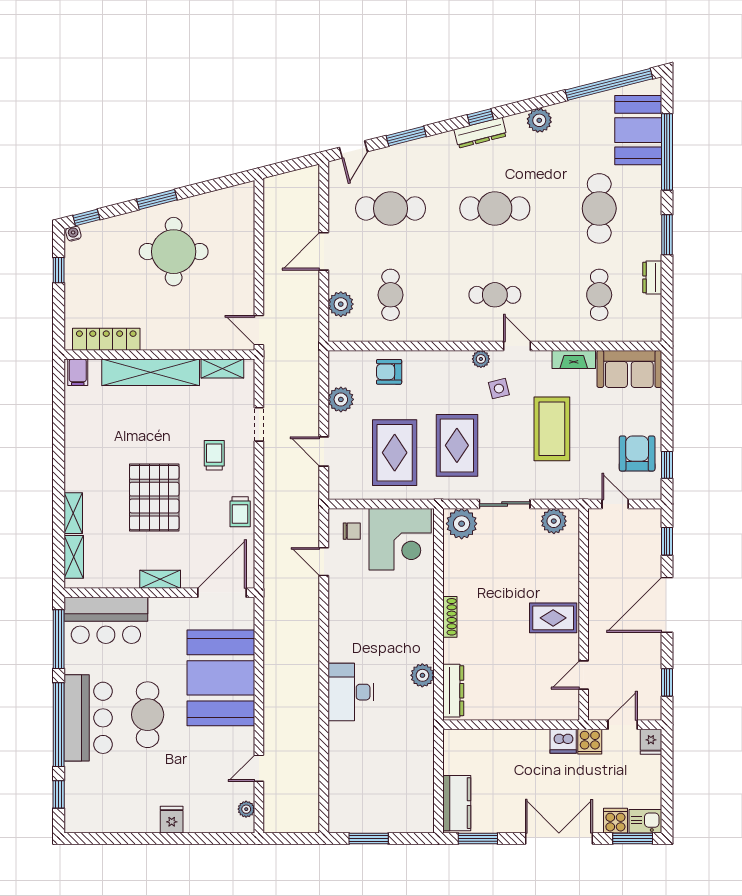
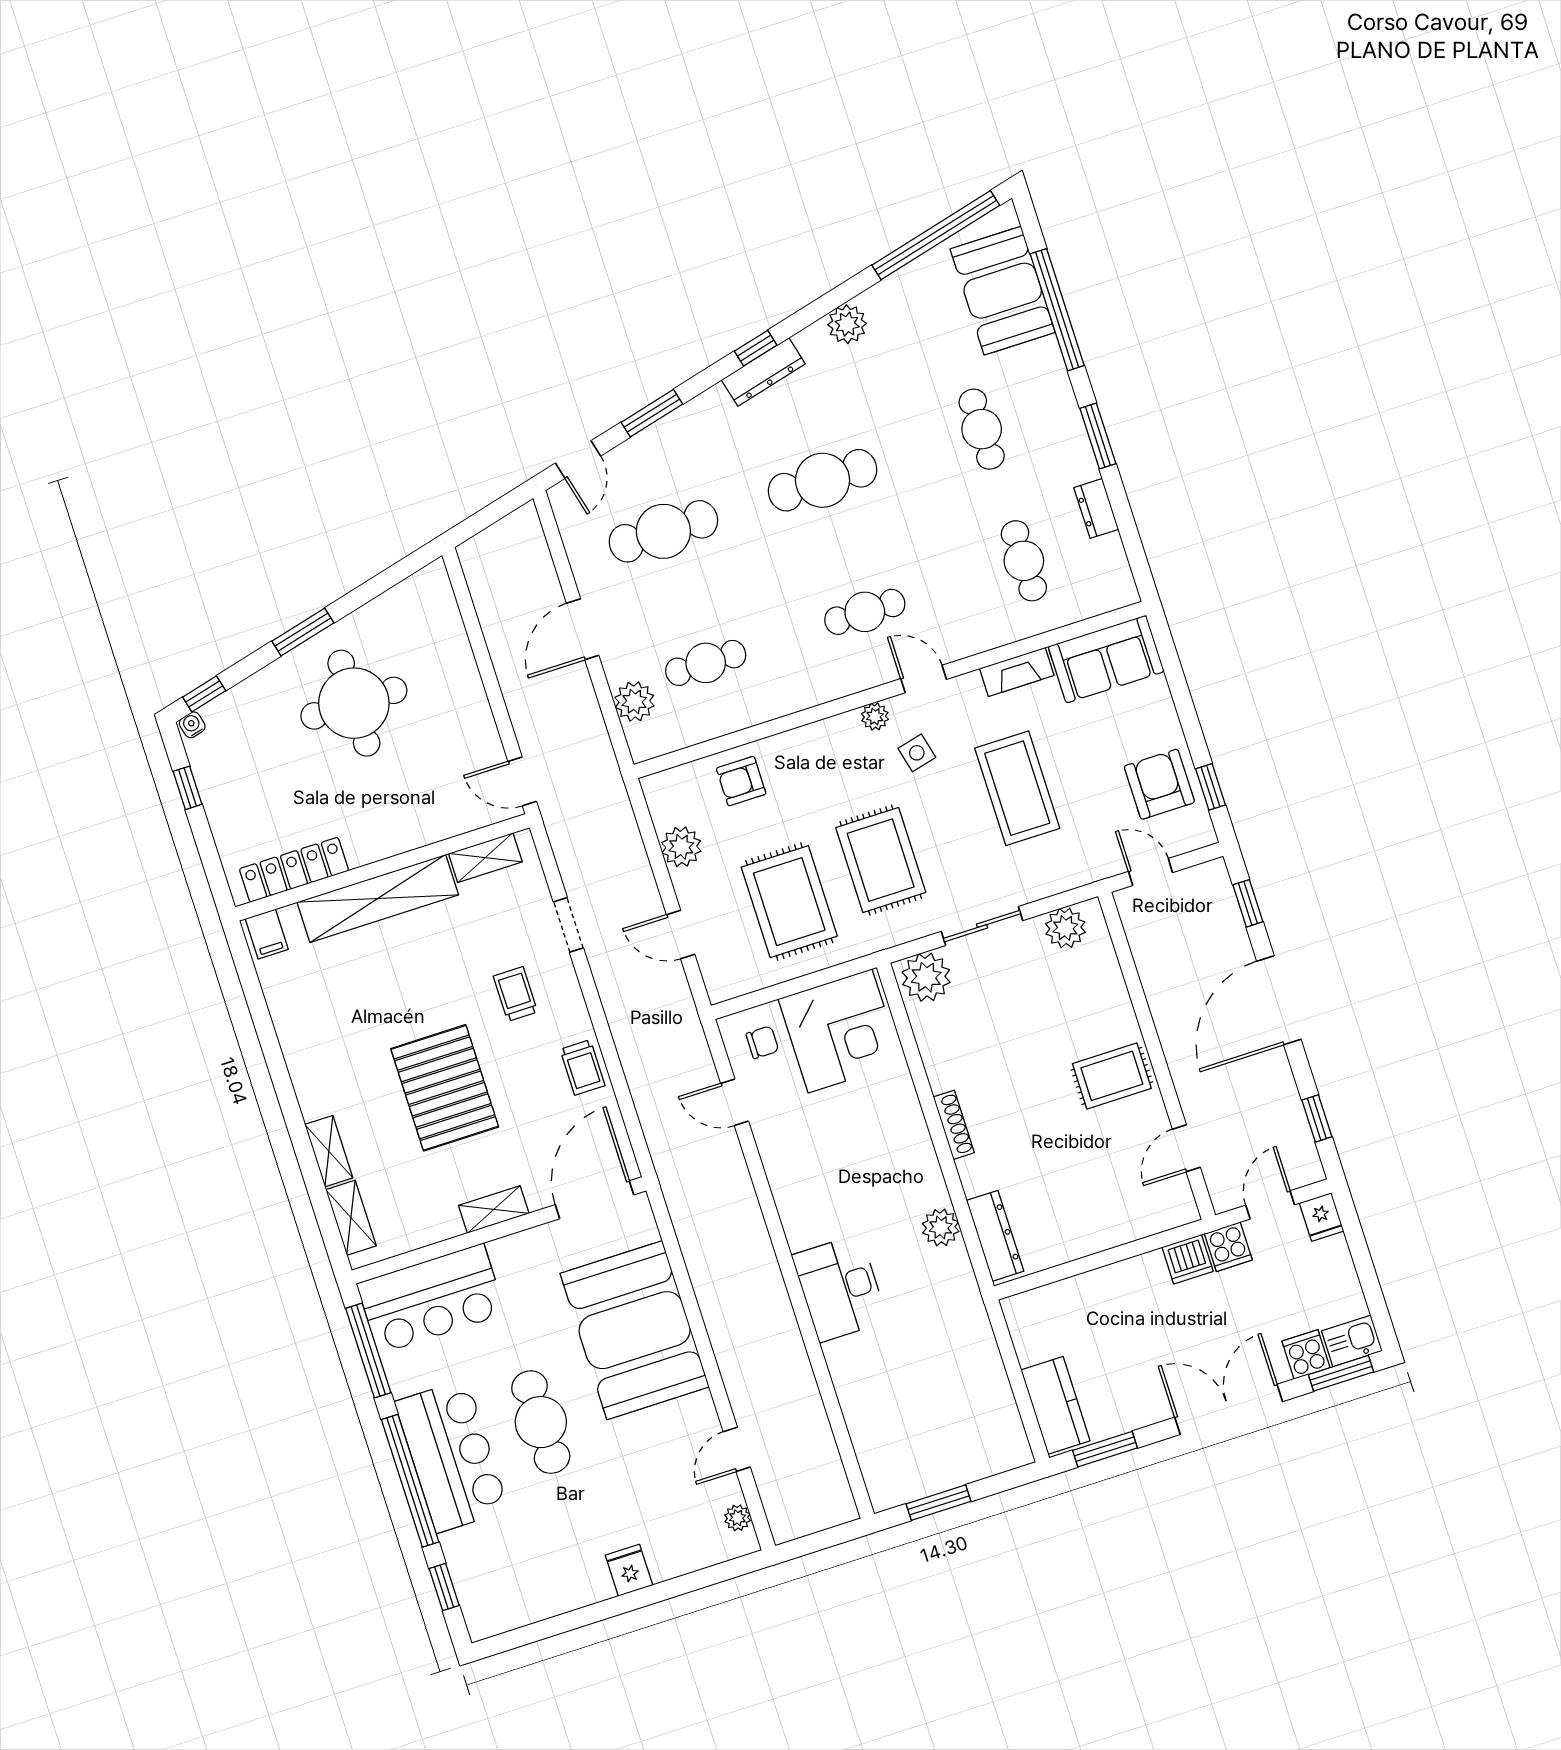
cafe table: (599, 208) -> (982, 429), width x0.73, depth x0.74
cafe table: (391, 295) -> (706, 663), turned 90

